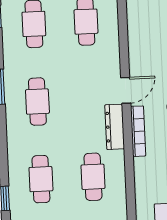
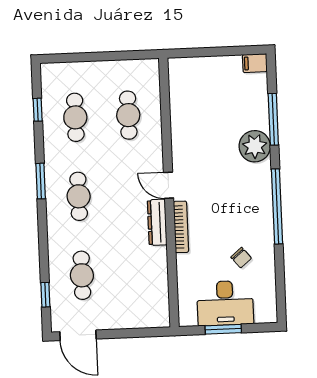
door: (126, 90) -> (169, 185), swing flipped
cafe table: (93, 177) -> (135, 273), removed

